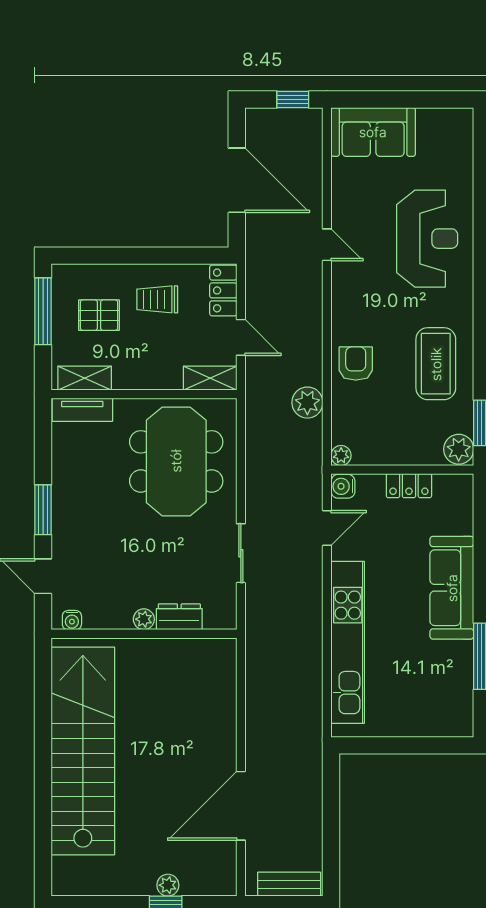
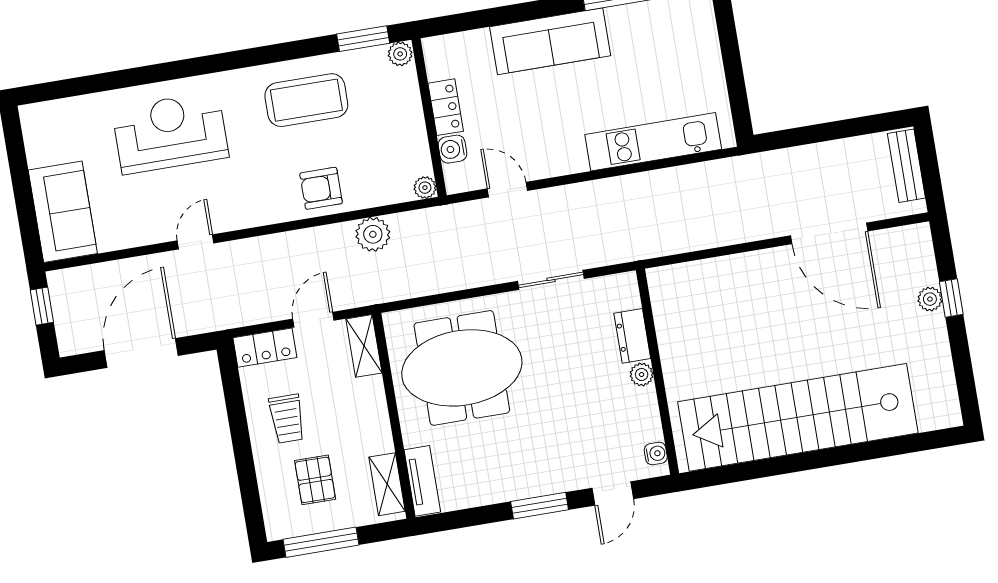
plant: (459, 449) -> (400, 54), width x0.73, depth x0.73
water cooler: (343, 486) -> (453, 149), moved, turned 90
kitchen unit: (348, 642) -> (653, 142), width x0.73

